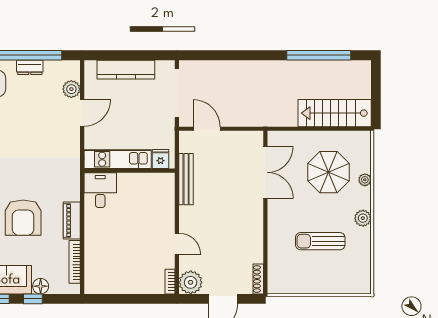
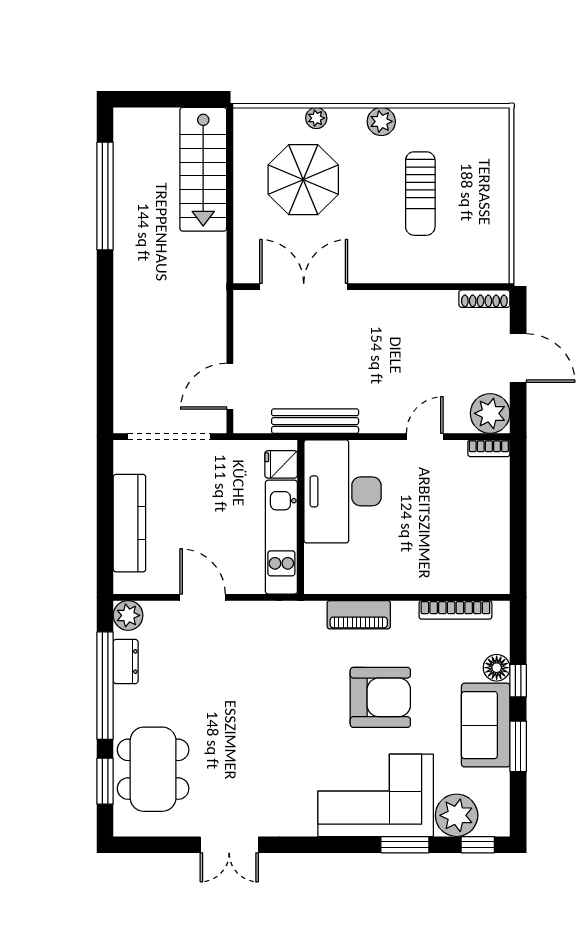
dresser: (30, 67) -> (126, 662), moved
plant: (71, 89) -> (128, 615), moved
desk: (100, 190) -> (343, 491), moved, width x1.87, depth x1.30
piano: (72, 220) -> (359, 615), moved

